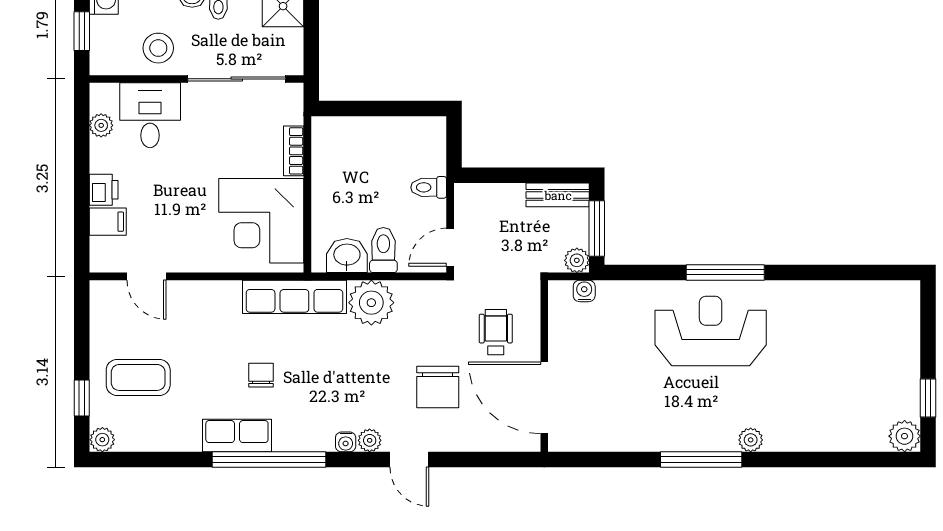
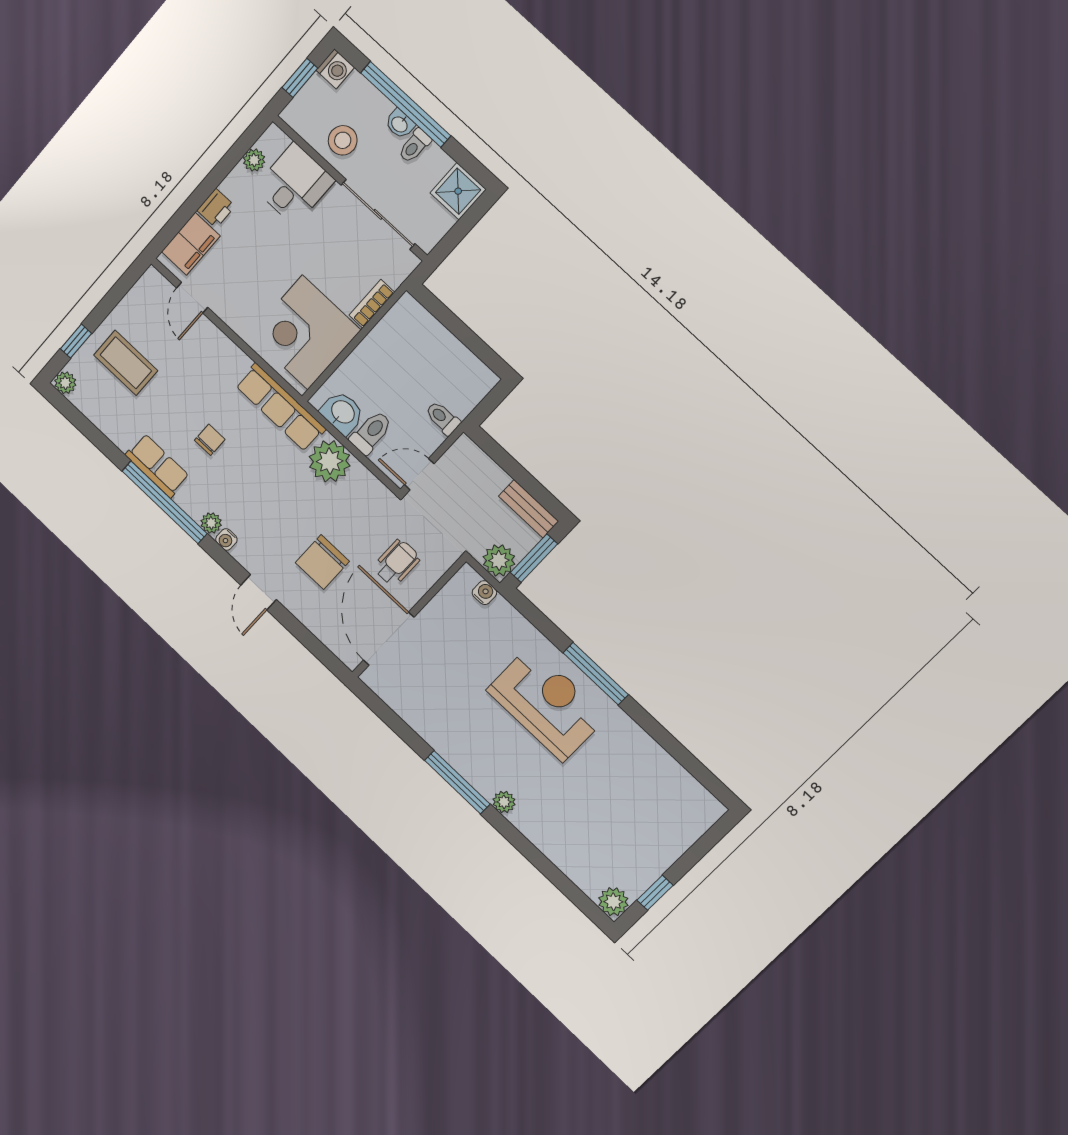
filing cabinet: (108, 222) -> (191, 244), width x2.00
plant: (577, 260) -> (499, 560), width x1.38, depth x1.38
plant: (370, 440) -> (211, 523), moved

